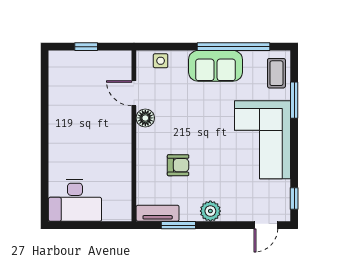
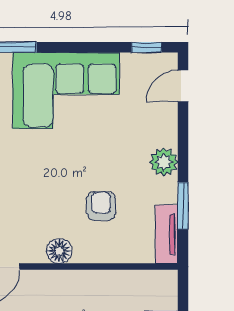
floor lamp: (145, 118) -> (59, 251), moved
door: (266, 225) -> (183, 86), swing flipped

